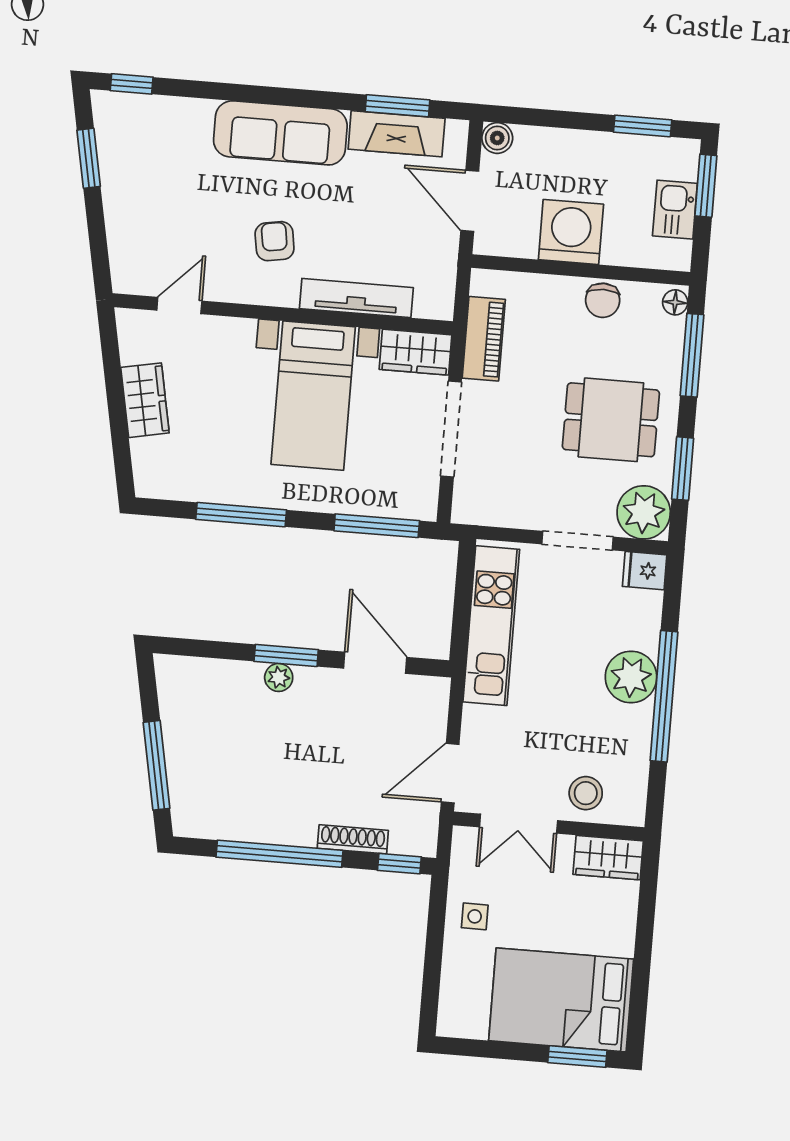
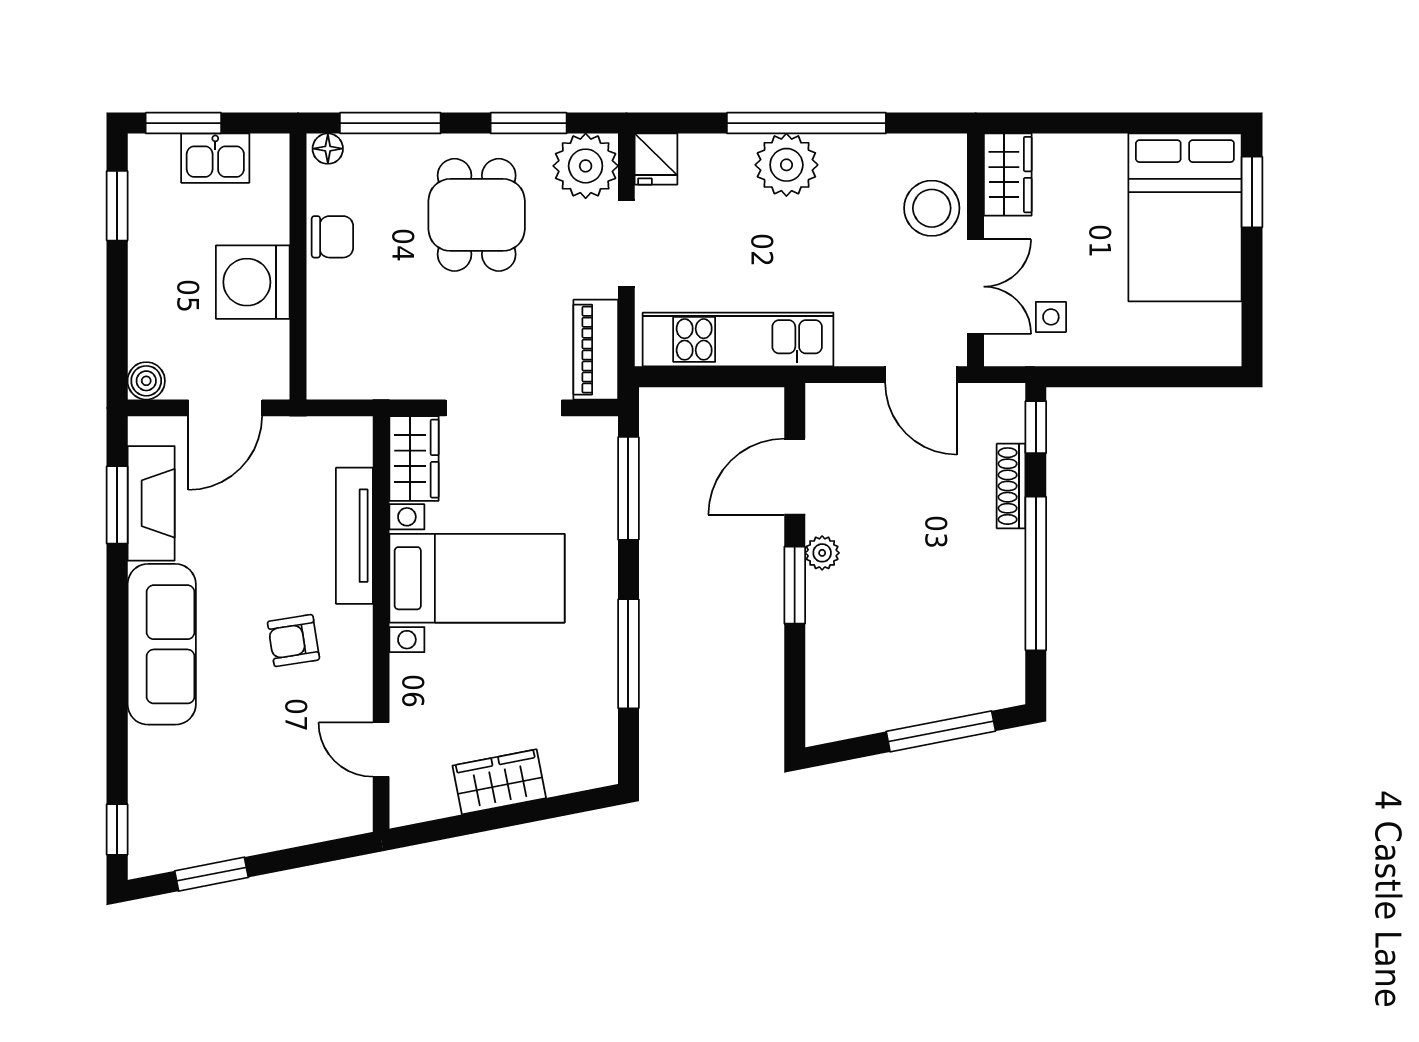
piano: (484, 339) -> (596, 350), moved, turned -90
plant: (279, 677) -> (822, 553), moved
stool: (586, 793) -> (932, 208), width x1.38, depth x1.38
side table: (475, 916) -> (1051, 317), moved

